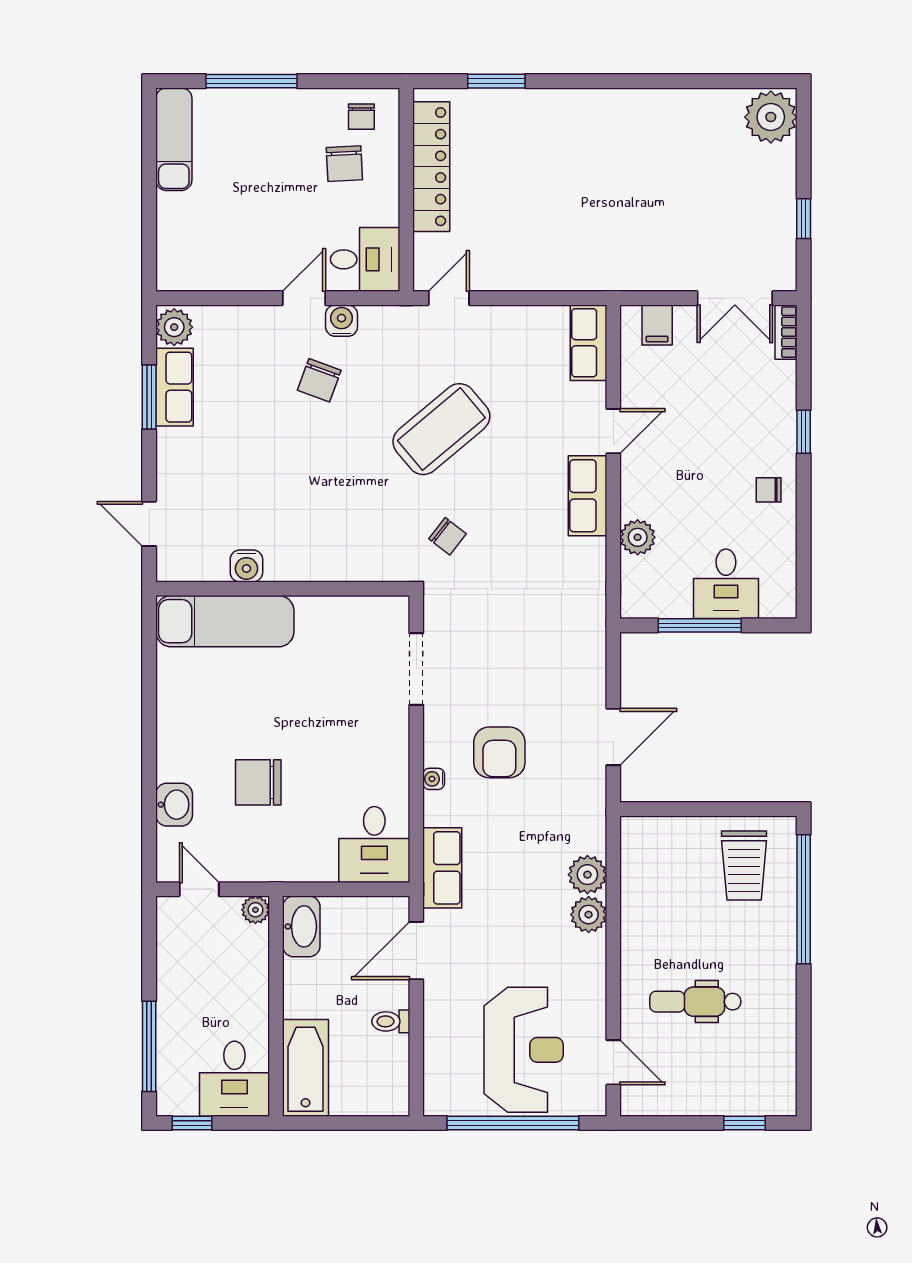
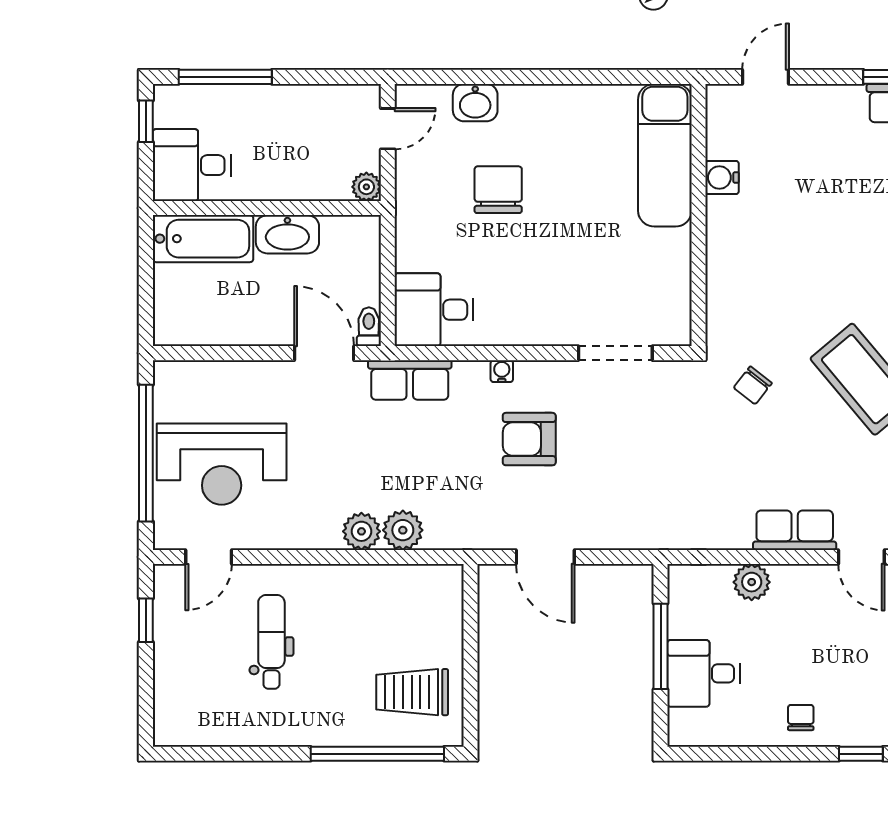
washbasin: (301, 926) -> (287, 234), moved
toilet: (391, 1021) -> (369, 327), moved
window: (744, 1123) -> (146, 620), moved

